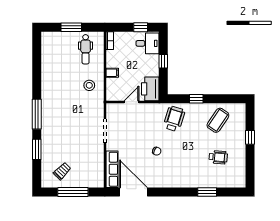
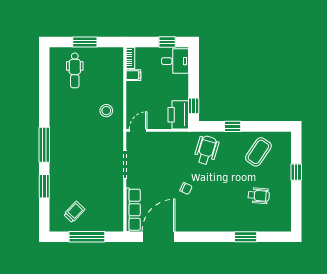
dental chair: (86, 49) -> (75, 70), moved
window: (163, 61) -> (194, 106), moved
filing cabinet: (112, 73) -> (133, 75), moved
door: (132, 102) -> (138, 130), moved
door: (133, 192) -> (159, 237), hinge flipped

